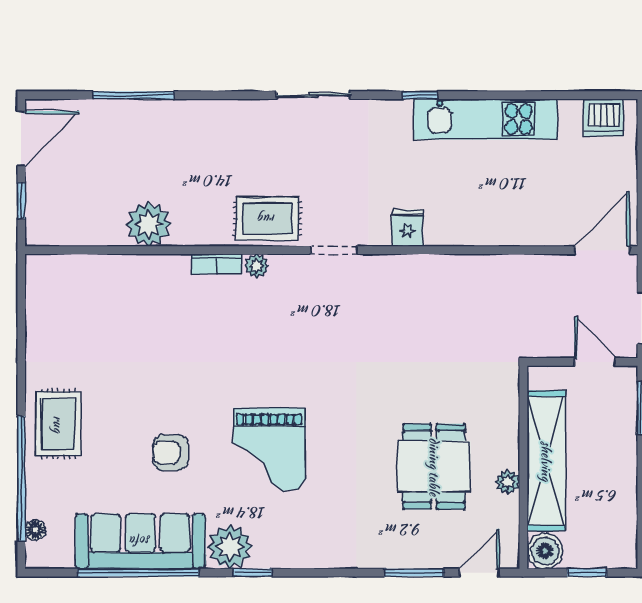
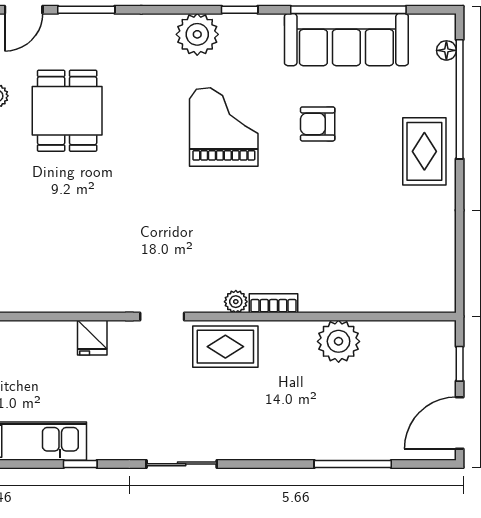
armchair: (171, 453) -> (318, 124), turned 180
plant: (230, 547) -> (197, 34), moved

